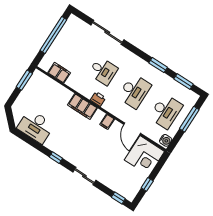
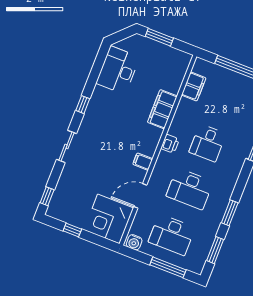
window: (24, 80) -> (159, 37), moved
filing cabinet: (82, 107) -> (162, 109), moved

